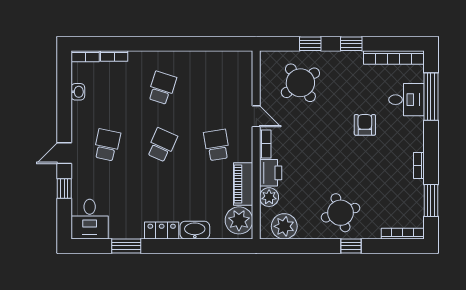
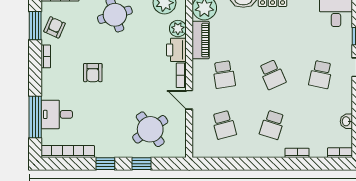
bookcase: (114, 56) -> (297, 153), moved
school desk: (217, 88) -> (224, 125), added
armchair: (365, 125) -> (93, 73), moved
school desk: (162, 145) -> (272, 75), turned -48
armchair: (409, 198) -> (55, 27), added

